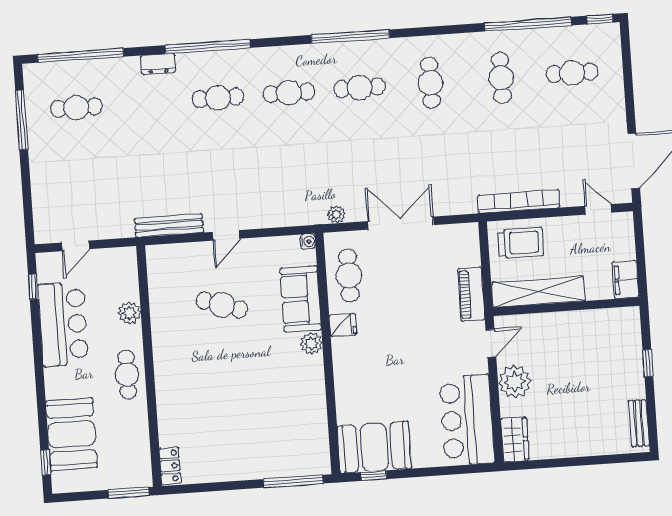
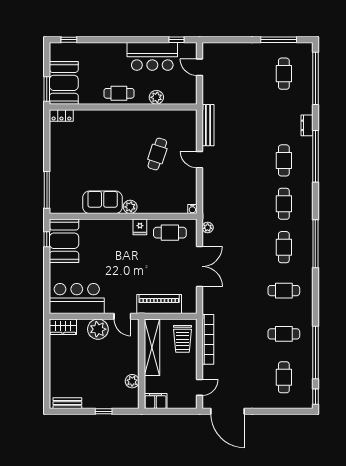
piano: (471, 294) -> (159, 304), width x1.37, depth x1.33
sofa: (301, 299) -> (103, 202), moved
plant: (596, 320) -> (132, 381), added
booth: (72, 434) -> (64, 83), moved, turned 90

